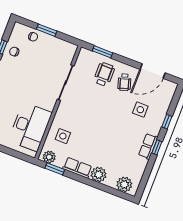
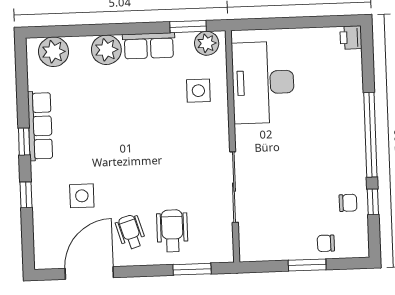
wheelchair: (104, 74) -> (172, 231), turned 180
row of seats: (148, 146) -> (40, 126), width x1.48

